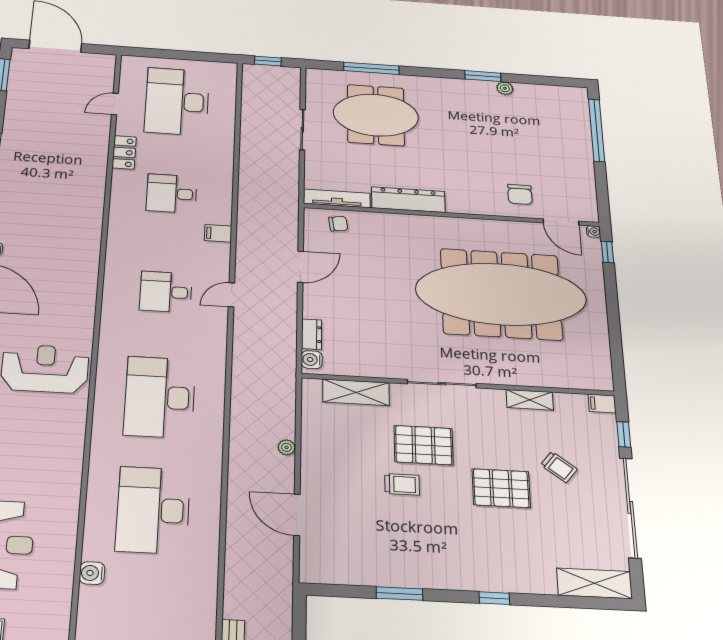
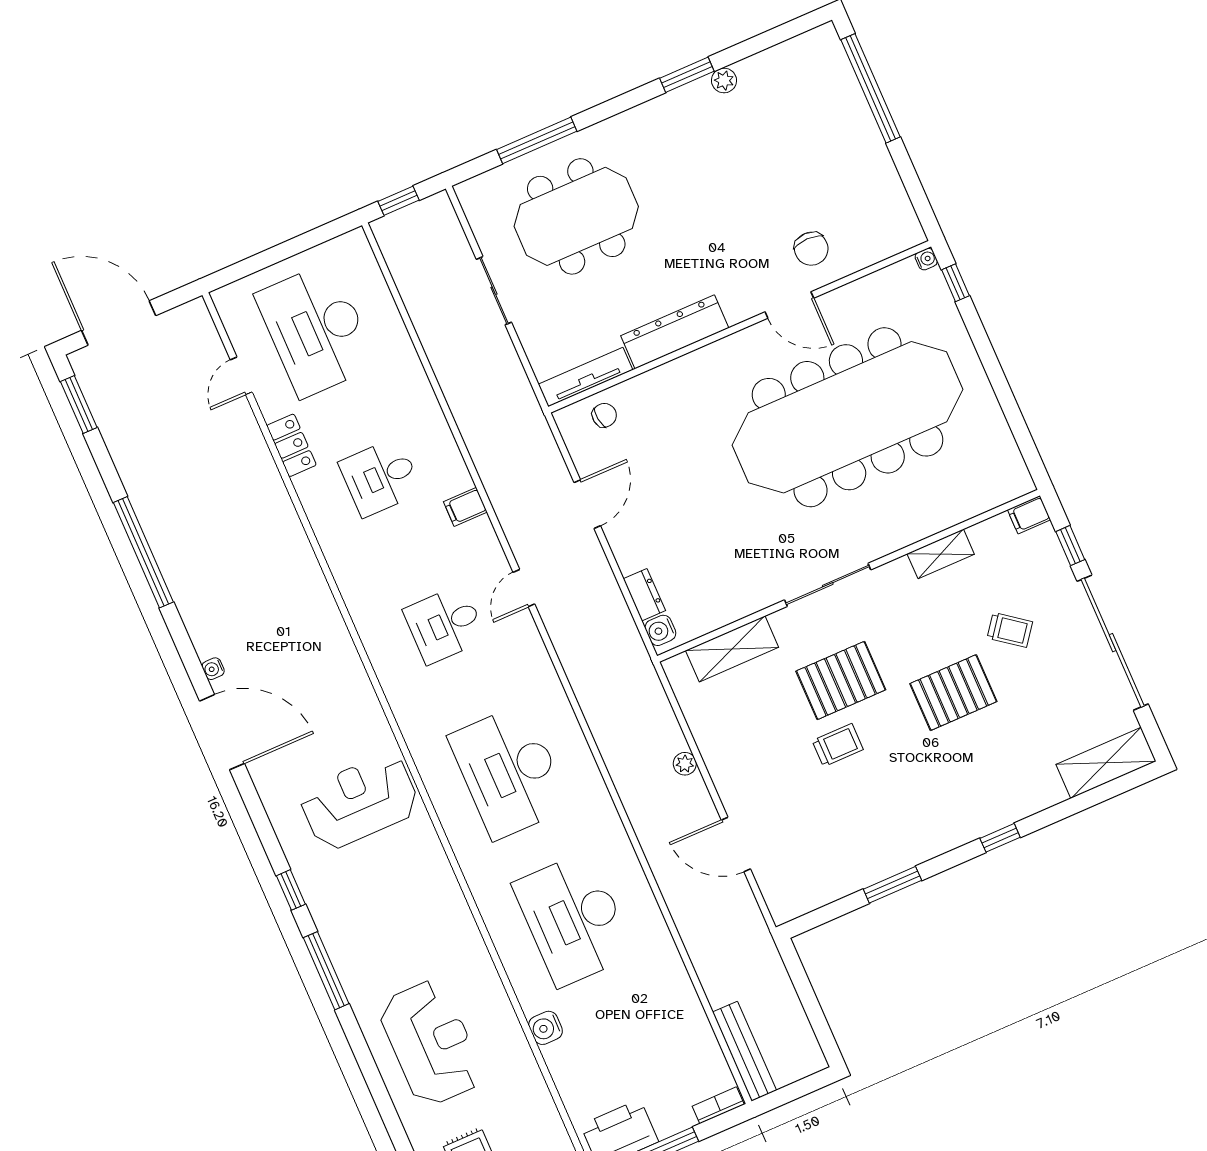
door: (561, 222) -> (789, 305), moved

